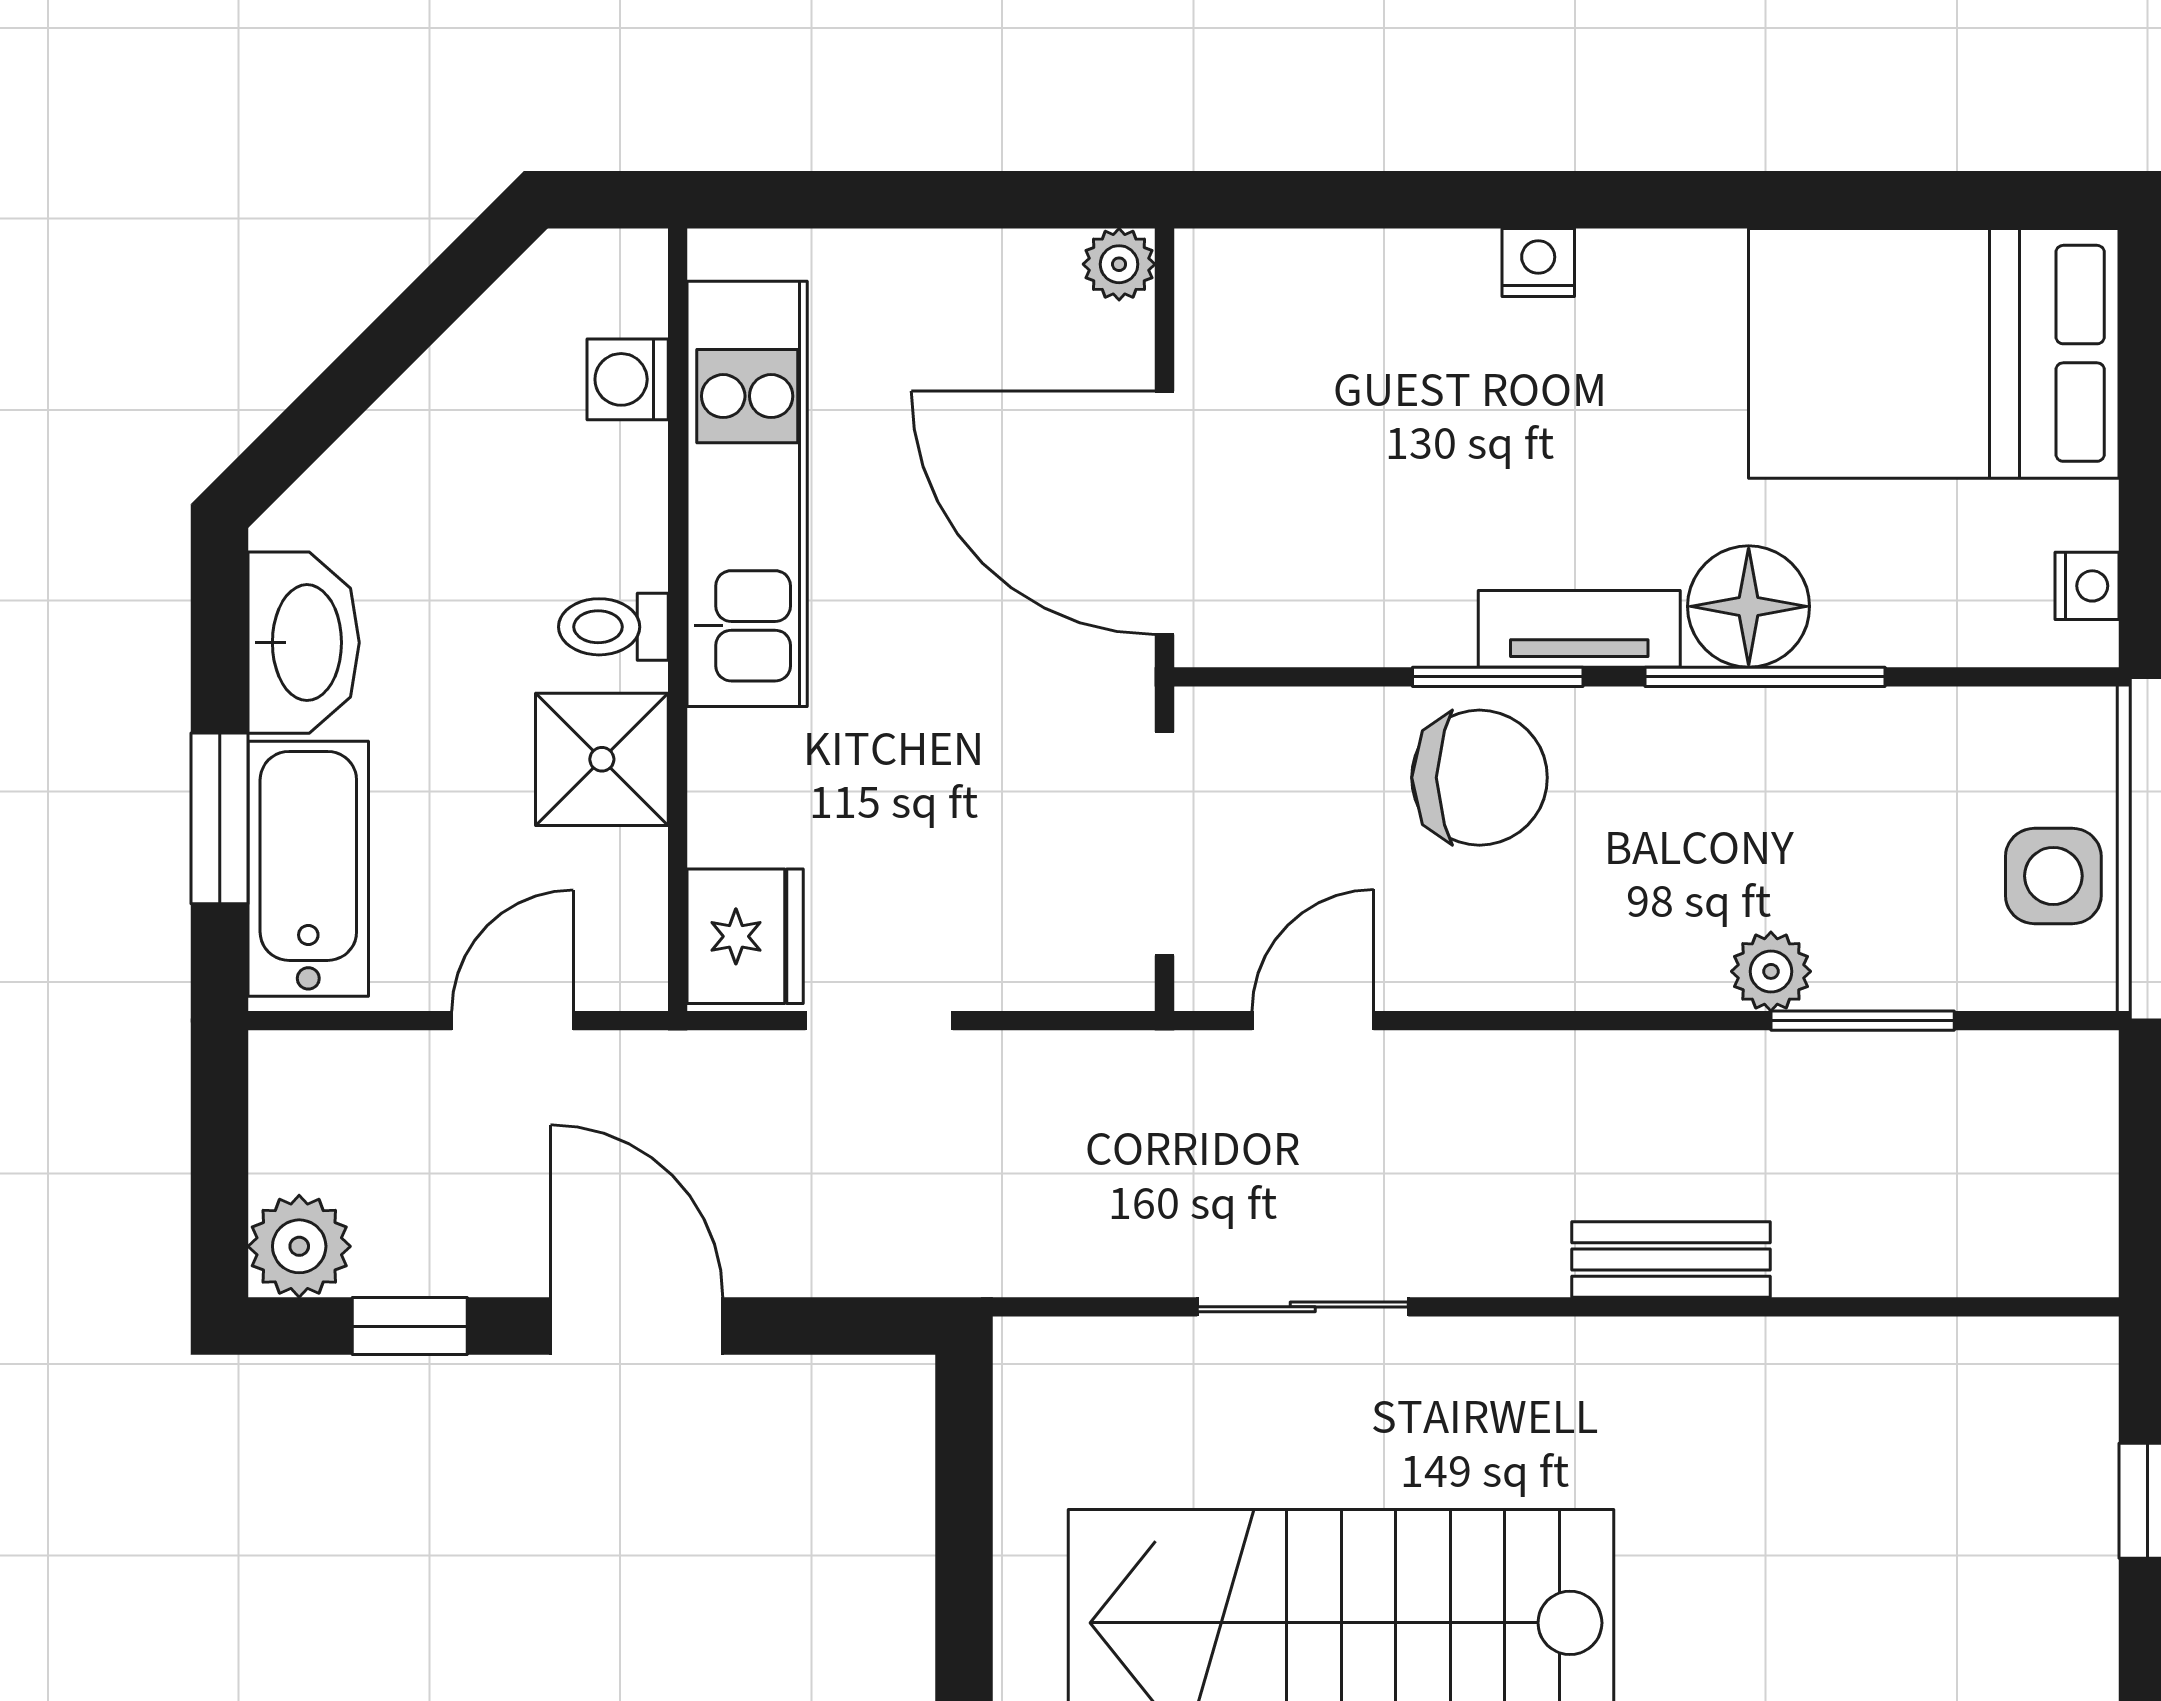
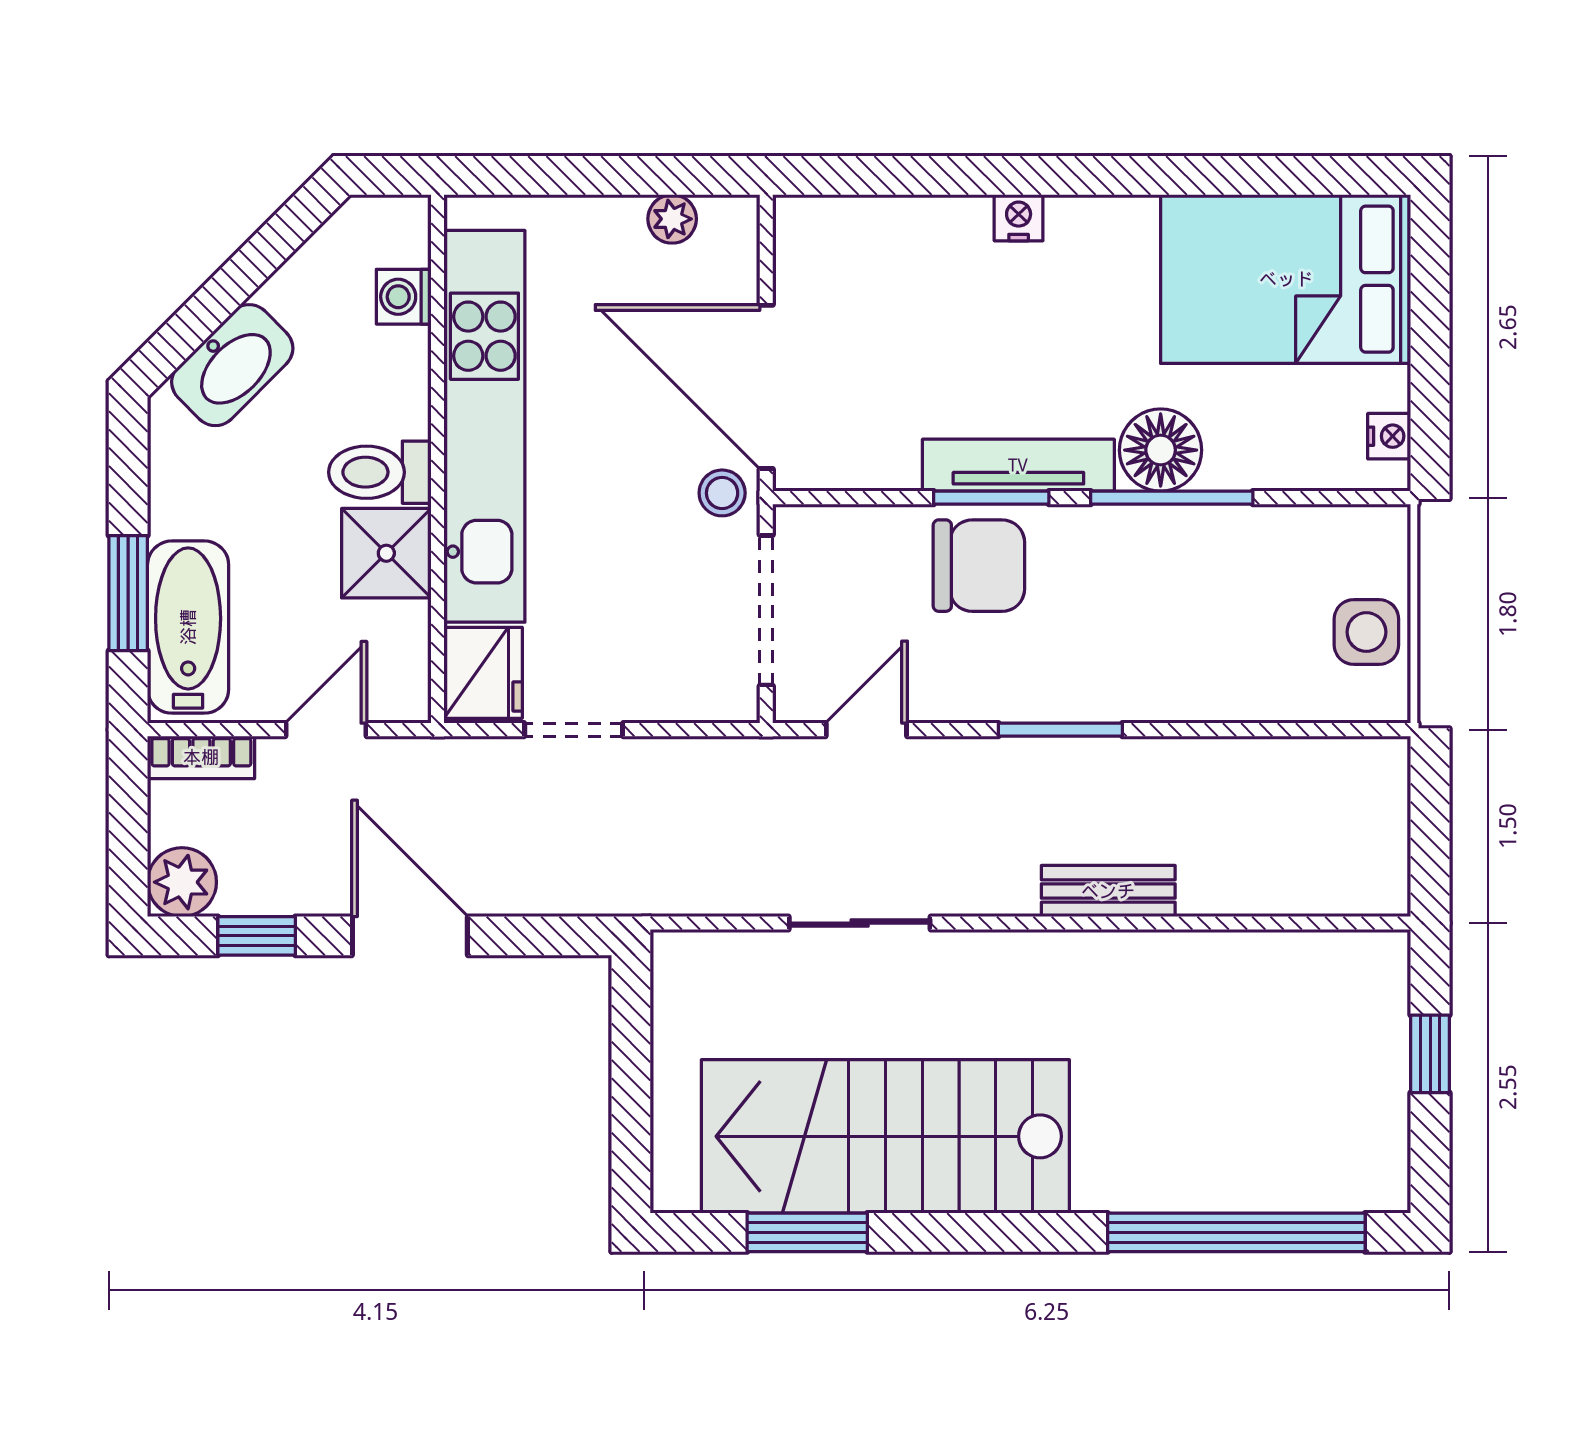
plant: (1119, 264) -> (672, 219), moved
kitchen unit: (747, 494) -> (484, 426), width x1.36
toilet: (613, 627) -> (380, 472), width x1.37, depth x1.39
tv unit: (1579, 629) -> (1018, 465), width x1.41
washbasin: (304, 643) -> (232, 365), moved, turned 45
stool: (1099, 670) -> (722, 493), added
plant: (1771, 971) -> (1176, 696), removed
window: (1863, 1021) -> (1060, 730), moved
bookcase: (328, 1062) -> (201, 757), added

